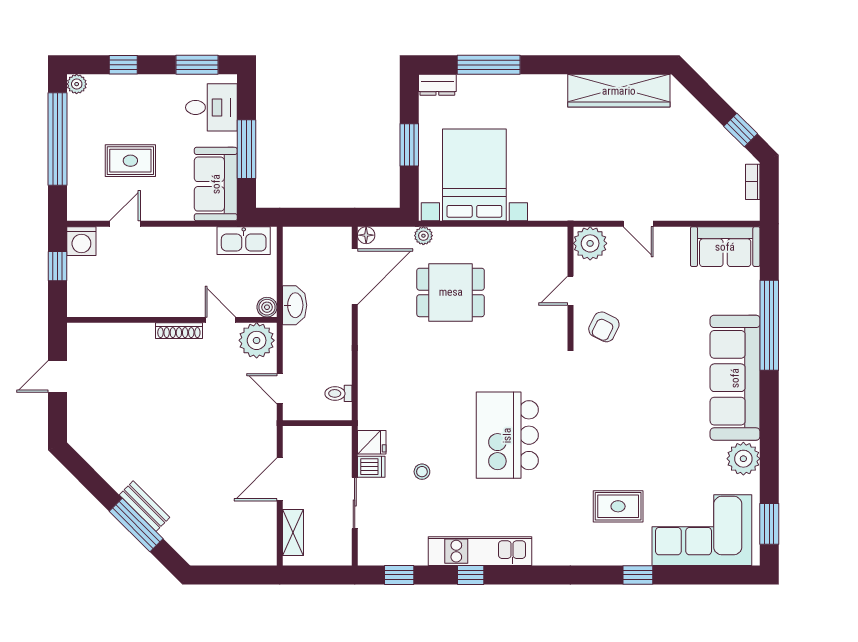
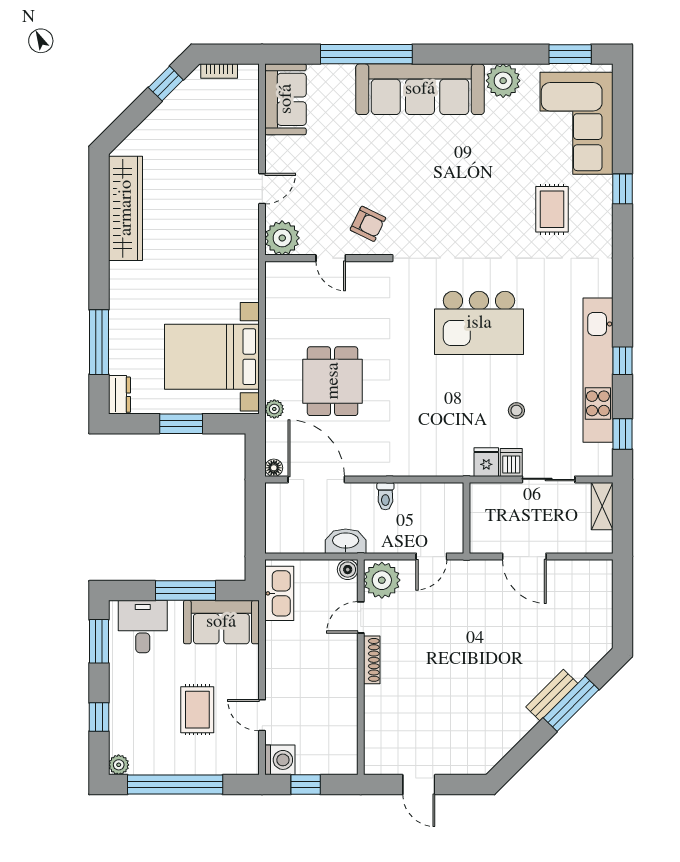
toilet: (338, 393) -> (385, 496), moved
shelving: (293, 532) -> (602, 506), moved, turned 90
kitchen unit: (480, 551) -> (598, 370), width x1.36

